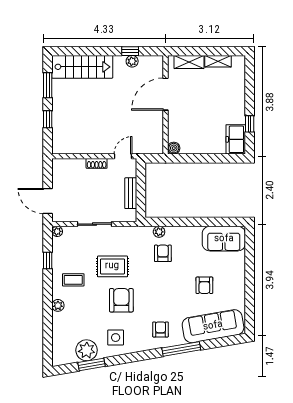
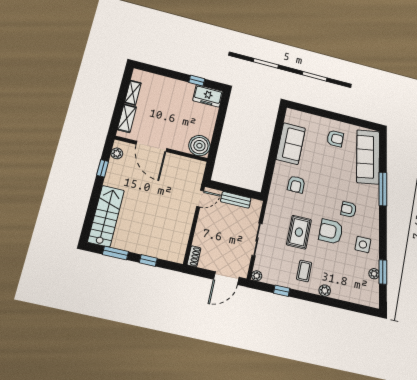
plant: (132, 61) -> (117, 153), moved
boiler: (174, 148) -> (199, 146), width x1.86, depth x1.86
door: (123, 156) -> (200, 199), swing flipped
shoe rack: (97, 163) -> (194, 256), moved
plant: (159, 232) -> (276, 183), removed
sofa: (224, 239) -> (291, 144), moved
armchair: (163, 253) -> (296, 184), turned -90
armchair: (204, 285) -> (335, 138), moved
armchair: (160, 329) -> (349, 209), moved
plant: (87, 350) -> (374, 274), width x0.53, depth x0.53

